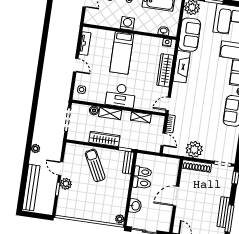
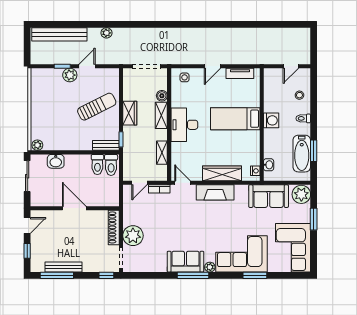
fireplace: (182, 67) -> (215, 192), moved
wardrobe: (104, 139) -> (130, 113), width x0.67
plant: (194, 149) -> (133, 236), moved
toilet: (142, 183) -> (111, 165), moved

